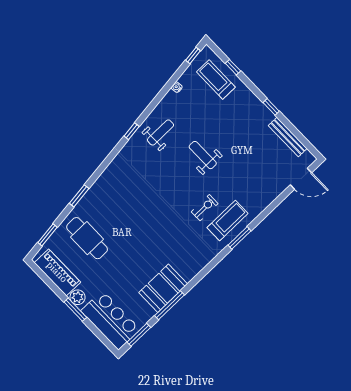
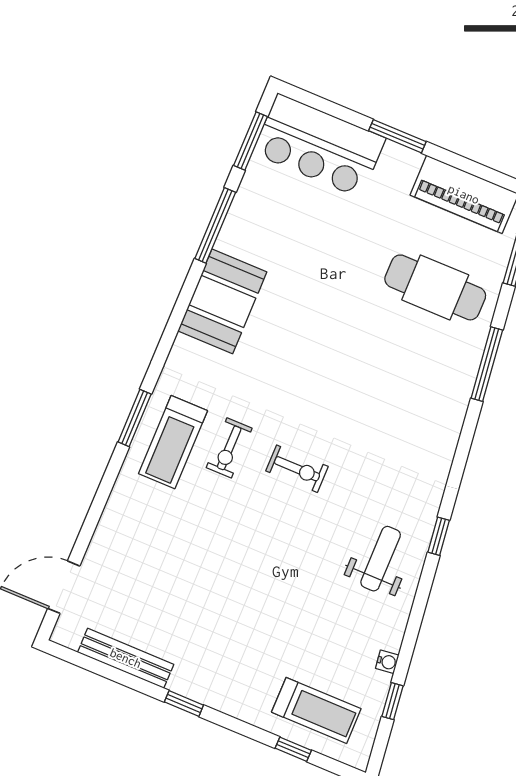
window: (193, 55) -> (392, 701), moved
weight bench: (160, 132) -> (381, 559), turned 180
weight bench: (203, 155) -> (278, 550), removed
exercise bike: (180, 186) -> (297, 469), added
window: (79, 196) -> (487, 364), width x1.44
booth: (163, 288) -> (222, 301), moved
plant: (78, 297) -> (404, 163), removed

